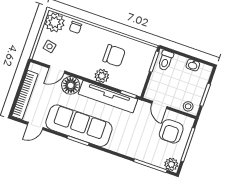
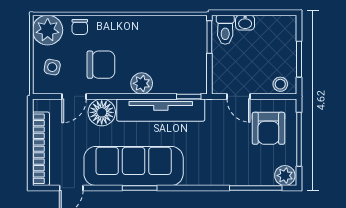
chair: (114, 56) -> (101, 65), moved
washbasin: (193, 65) -> (245, 23), moved

